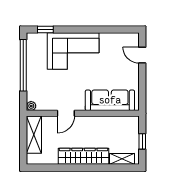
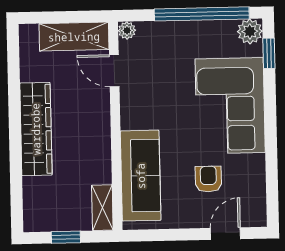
plant: (33, 40) -> (250, 31), added
armchair: (113, 64) -> (208, 179), added
door: (66, 113) -> (114, 71), moved
shelving: (122, 159) -> (102, 208), moved

